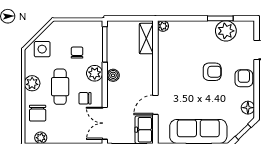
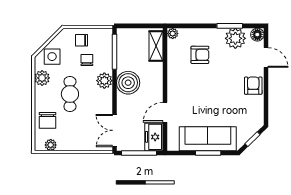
armchair: (212, 72) -> (200, 55), moved
boiler: (113, 75) -> (128, 83), width x1.86, depth x1.86
plant: (32, 83) -> (42, 78), moved
chair: (85, 98) -> (82, 40), moved
floor lamp: (248, 108) -> (257, 35), moved

